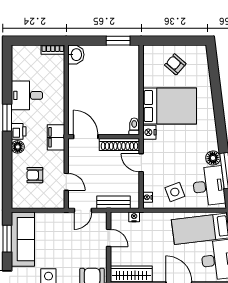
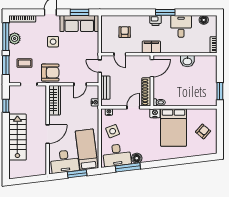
washbasin: (76, 55) -> (187, 61), moved
floor lamp: (18, 147) -> (204, 20), moved
door: (66, 182) -> (120, 54), hinge flipped

